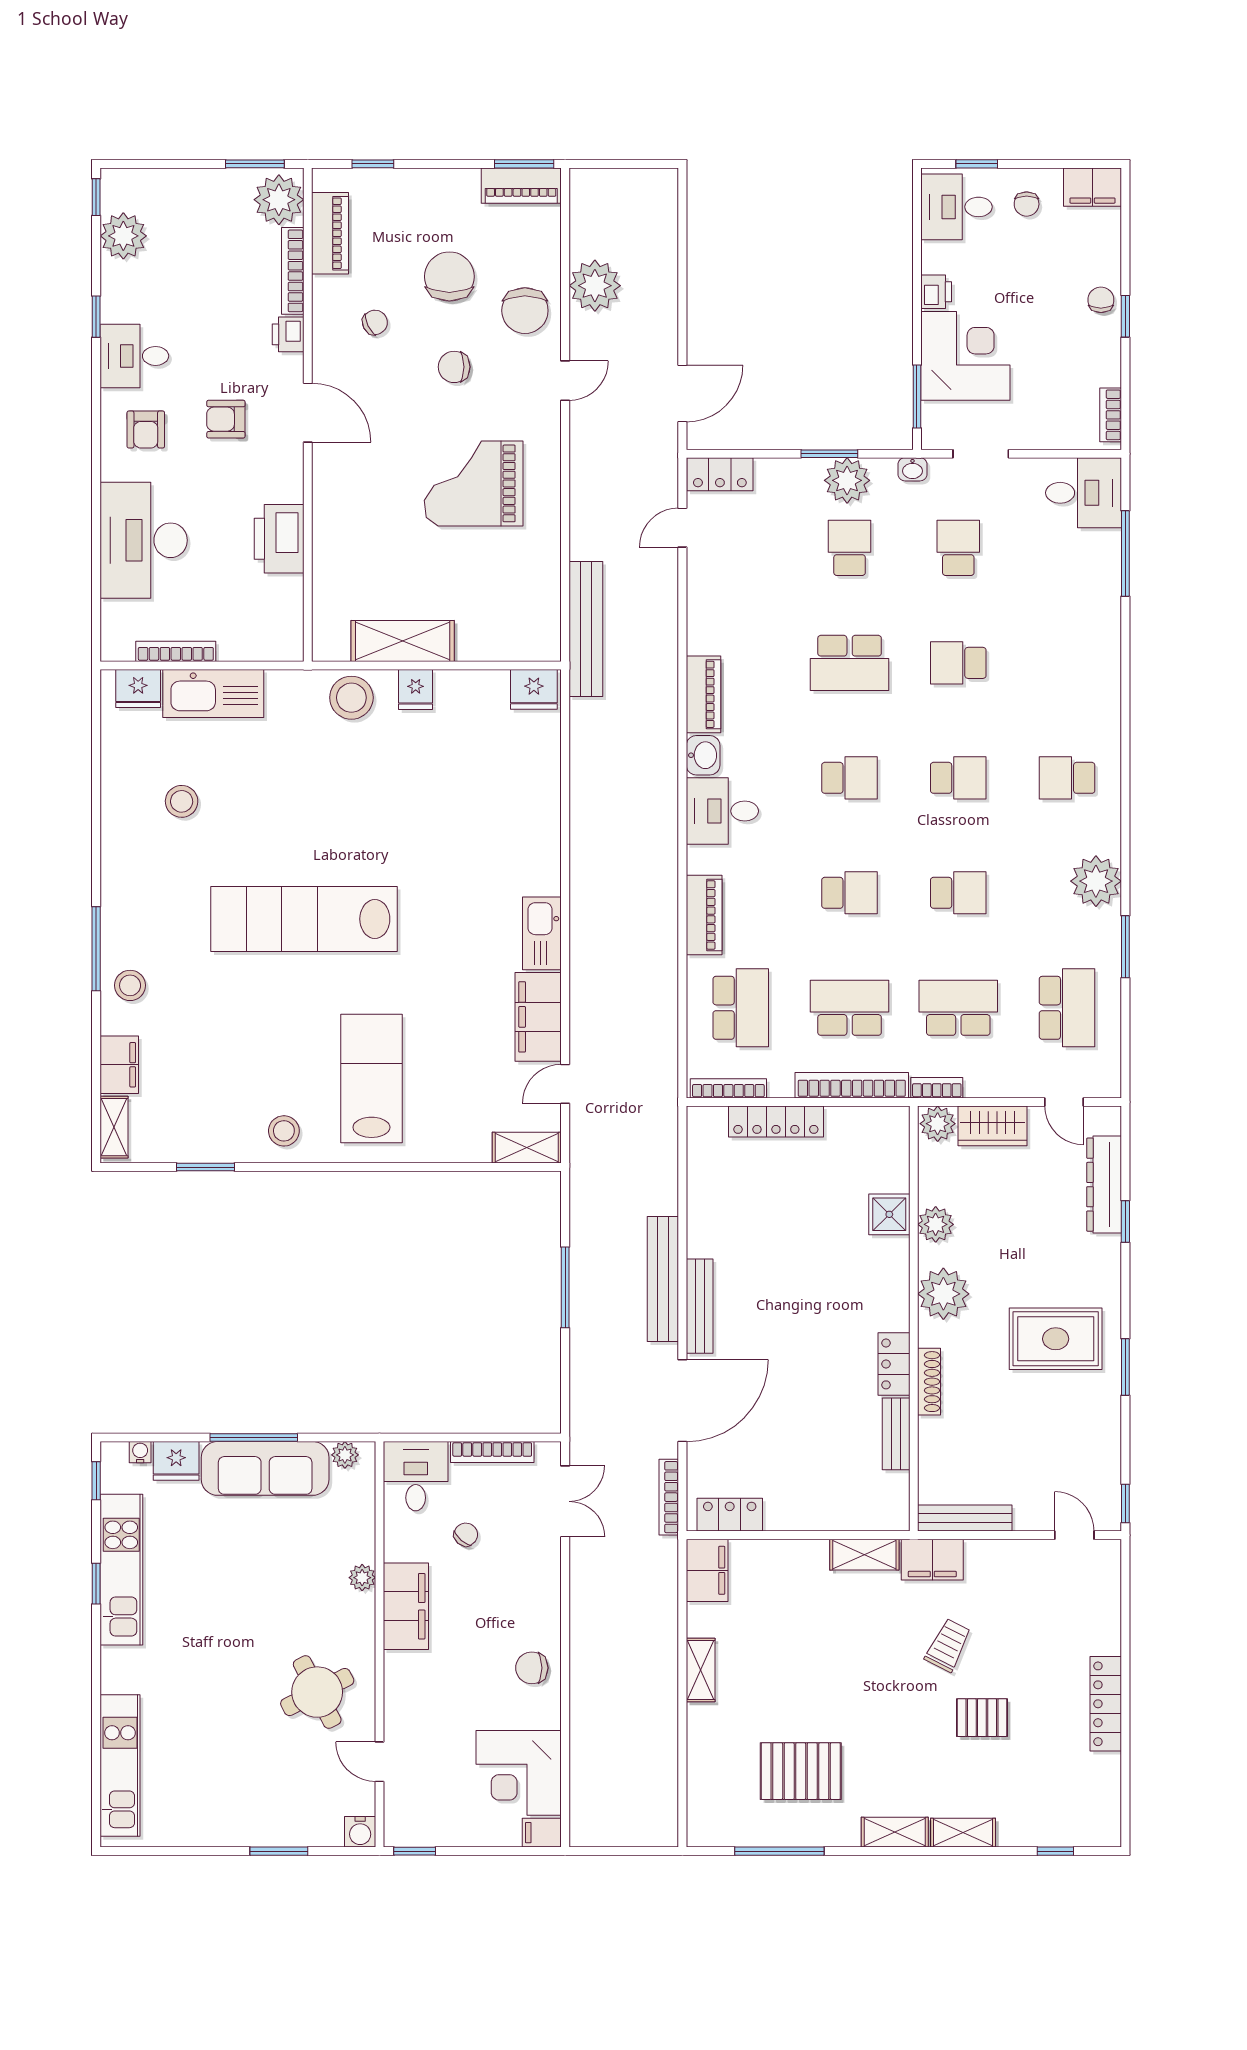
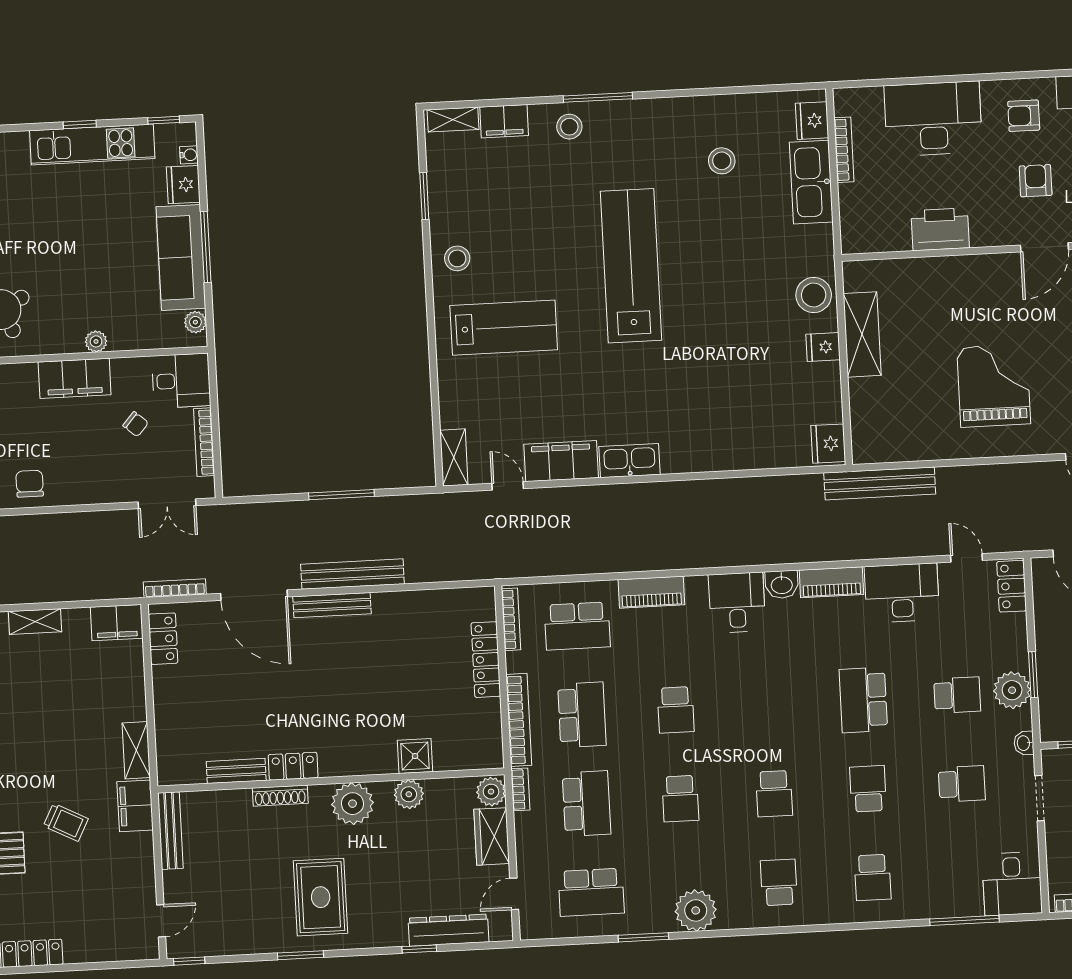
desk: (721, 609) -> (902, 593), added
school desk: (850, 778) -> (873, 877), moved

